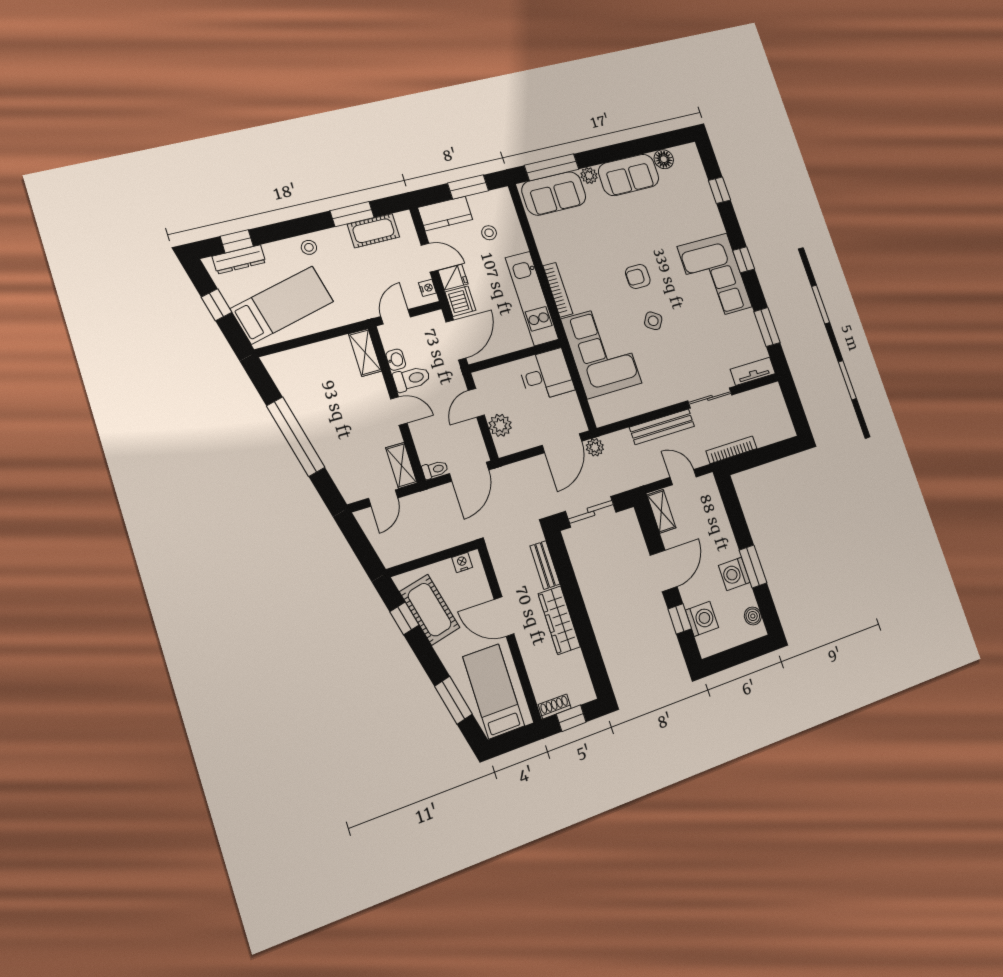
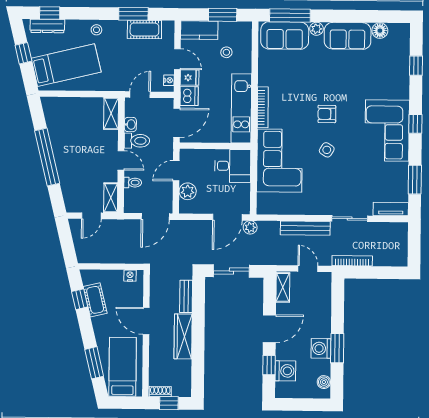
toilet: (435, 470) -> (133, 183), moved
cot: (430, 610) -> (95, 300), width x0.73, depth x0.75

